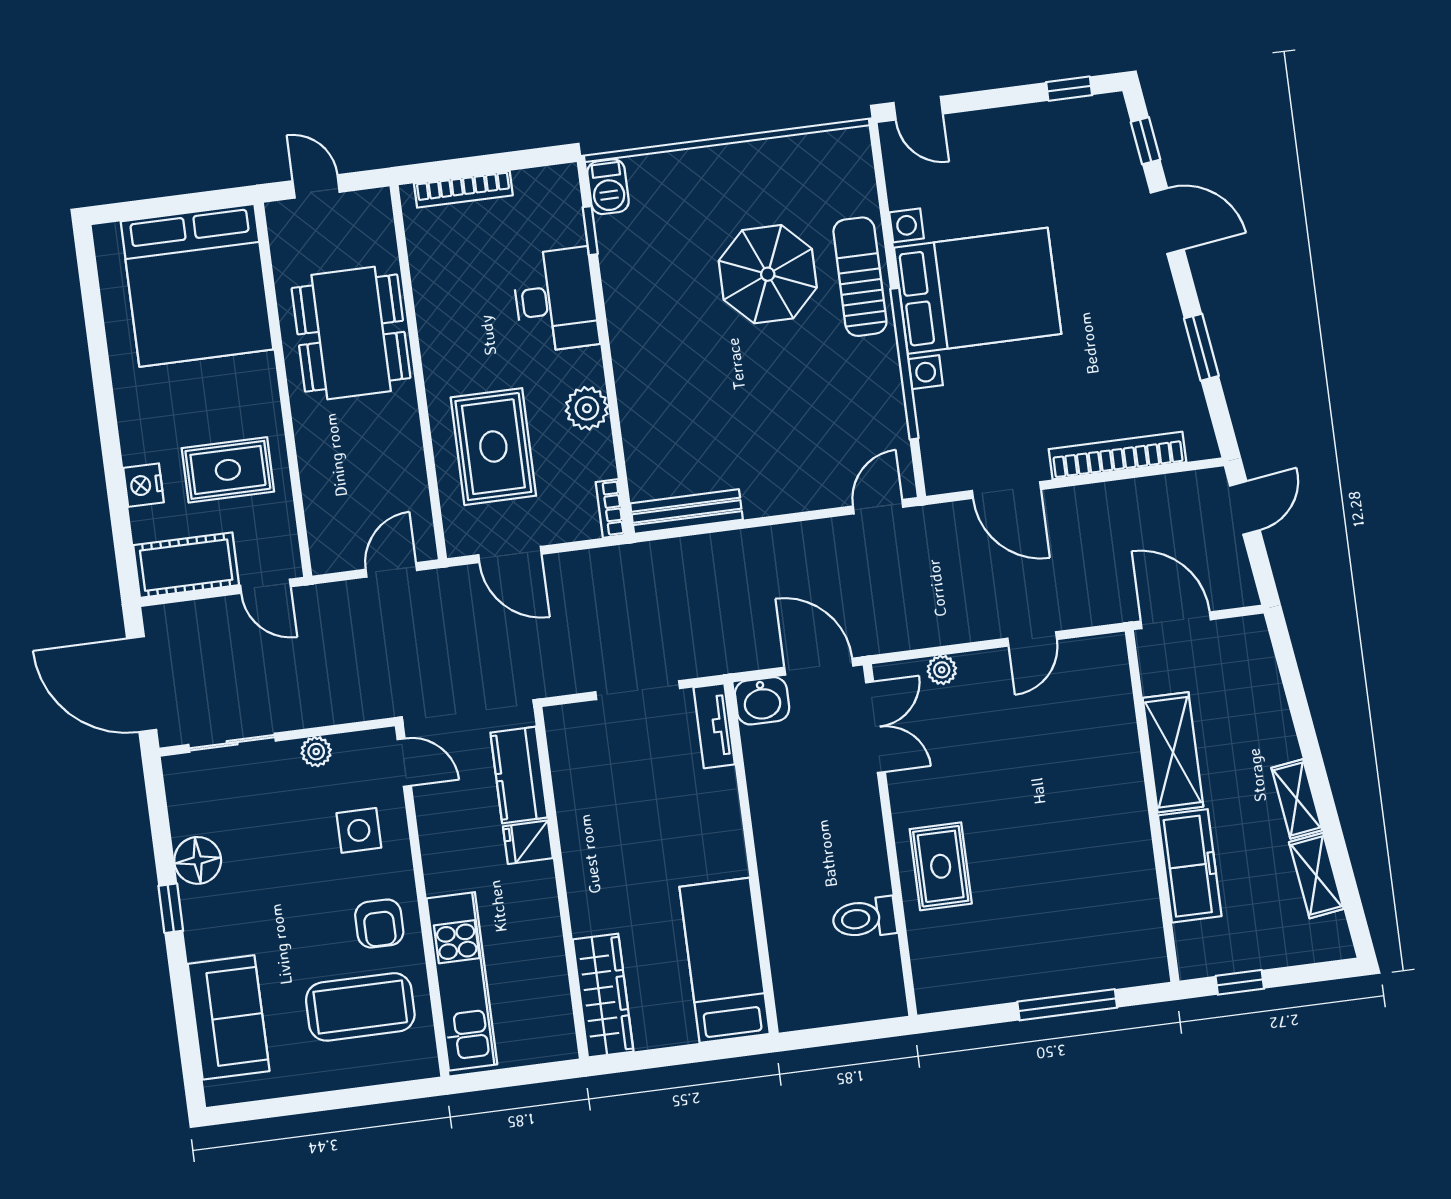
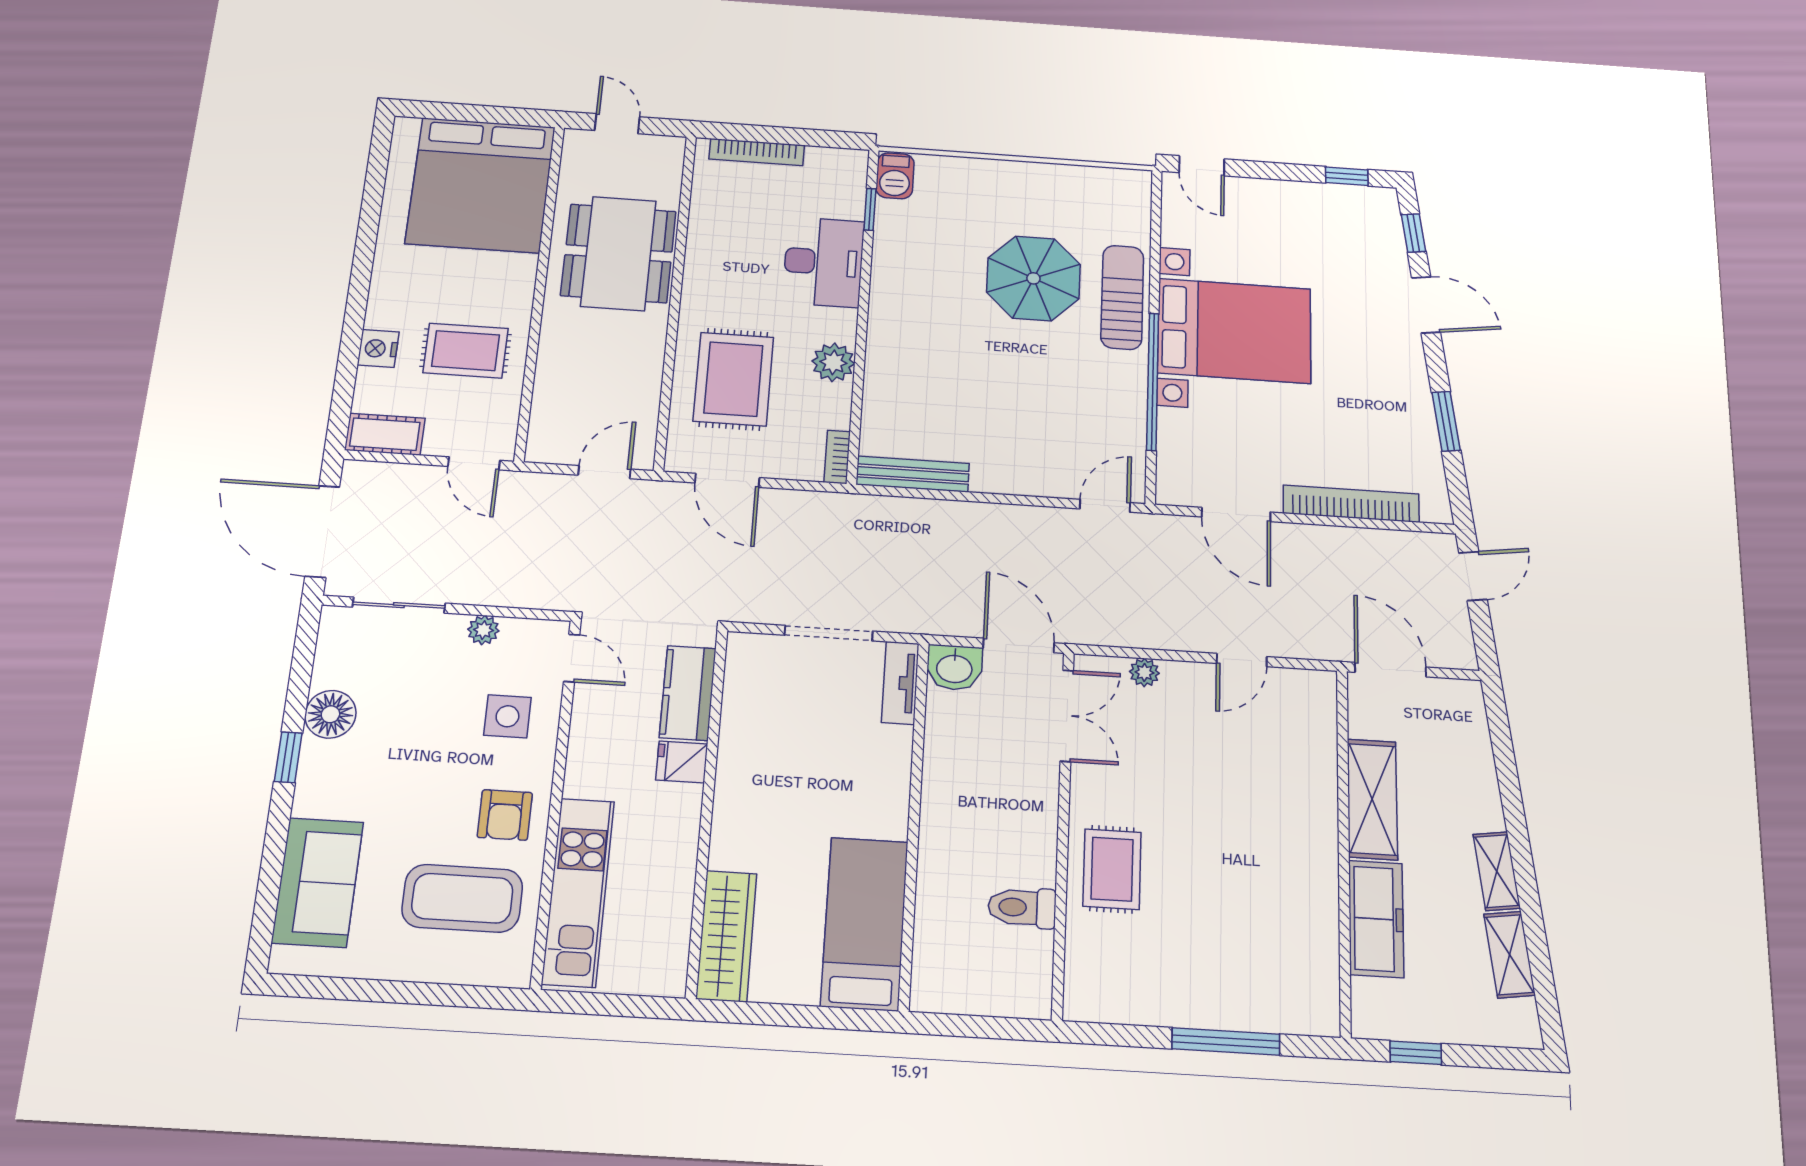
cot: (186, 565) -> (385, 434), width x0.73, depth x0.75

